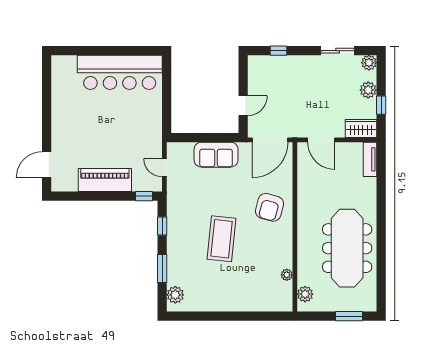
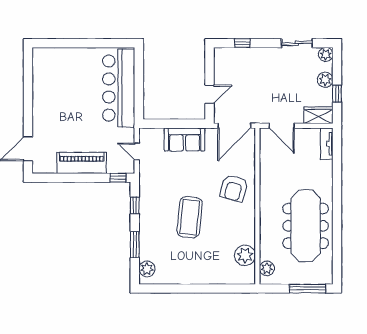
bar counter: (120, 72) -> (119, 88), moved, turned 90
plant: (287, 275) -> (245, 255), width x1.88, depth x1.88
window: (349, 316) -> (307, 289), width x1.44

